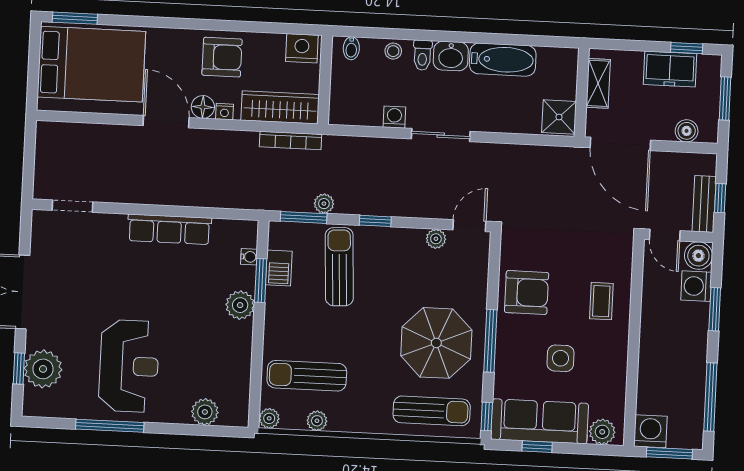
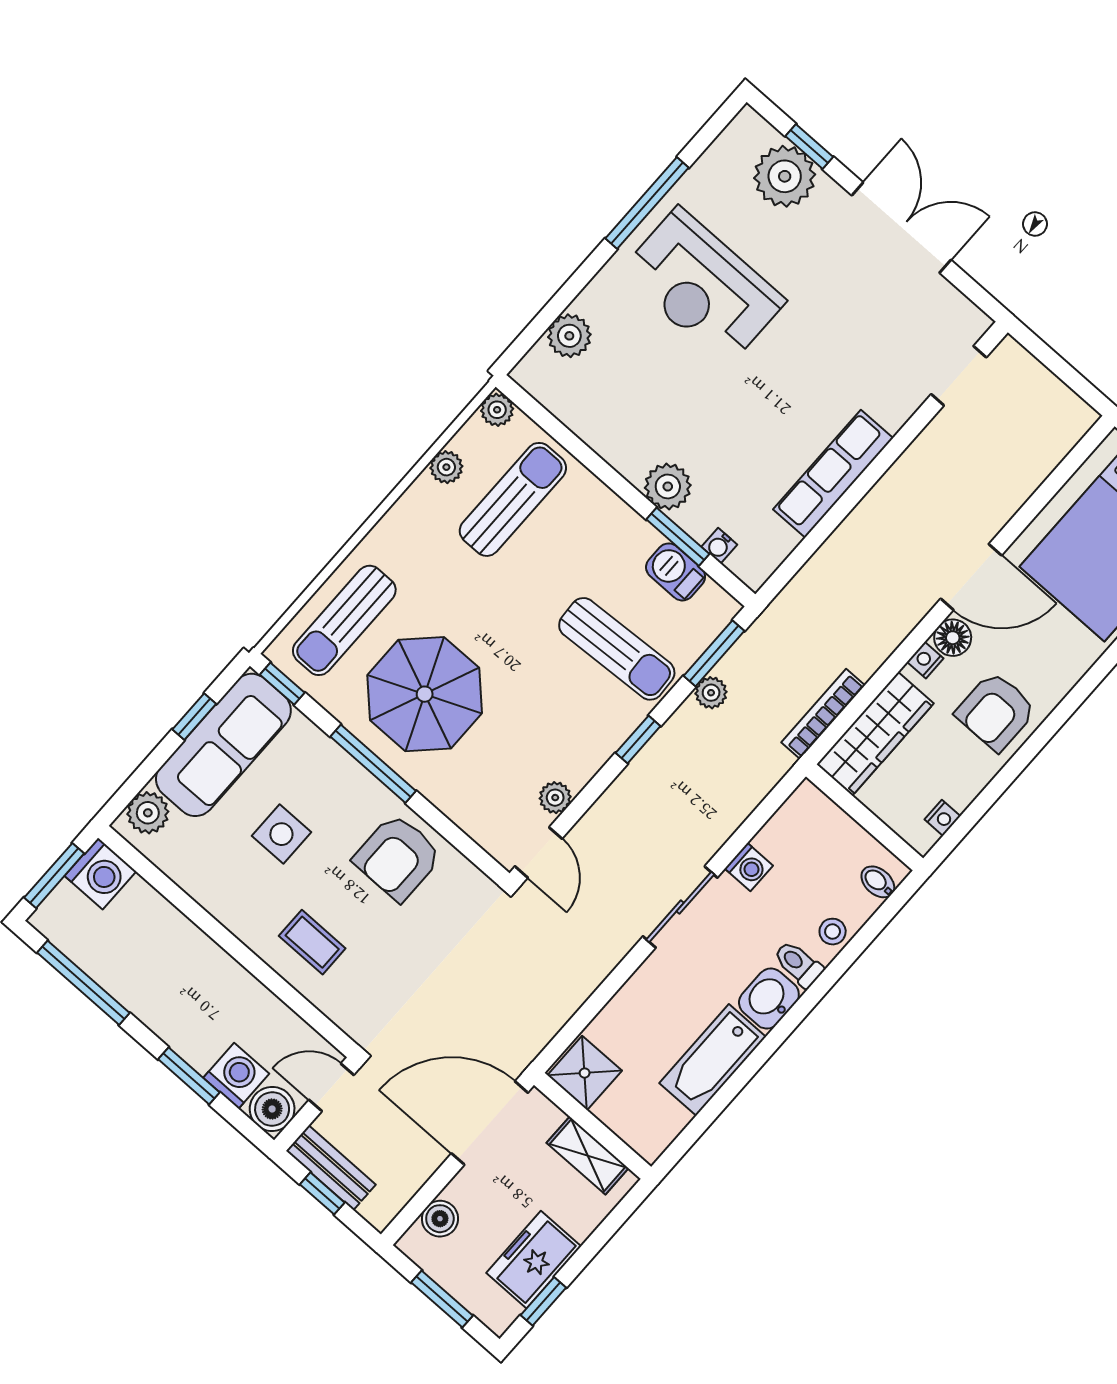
nightstand: (302, 48) -> (942, 818), width x0.53, depth x0.56

